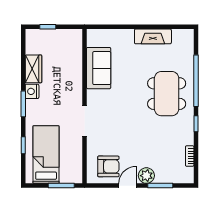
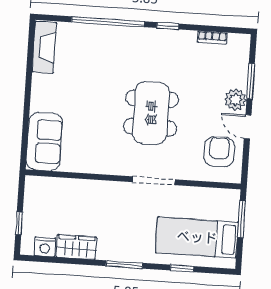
fireplace: (153, 36) -> (44, 47), moved
sofa: (99, 68) -> (44, 141), moved, turned 90
nightstand: (32, 91) -> (45, 247), moved
dining table: (167, 94) -> (151, 113), moved, turned 90

